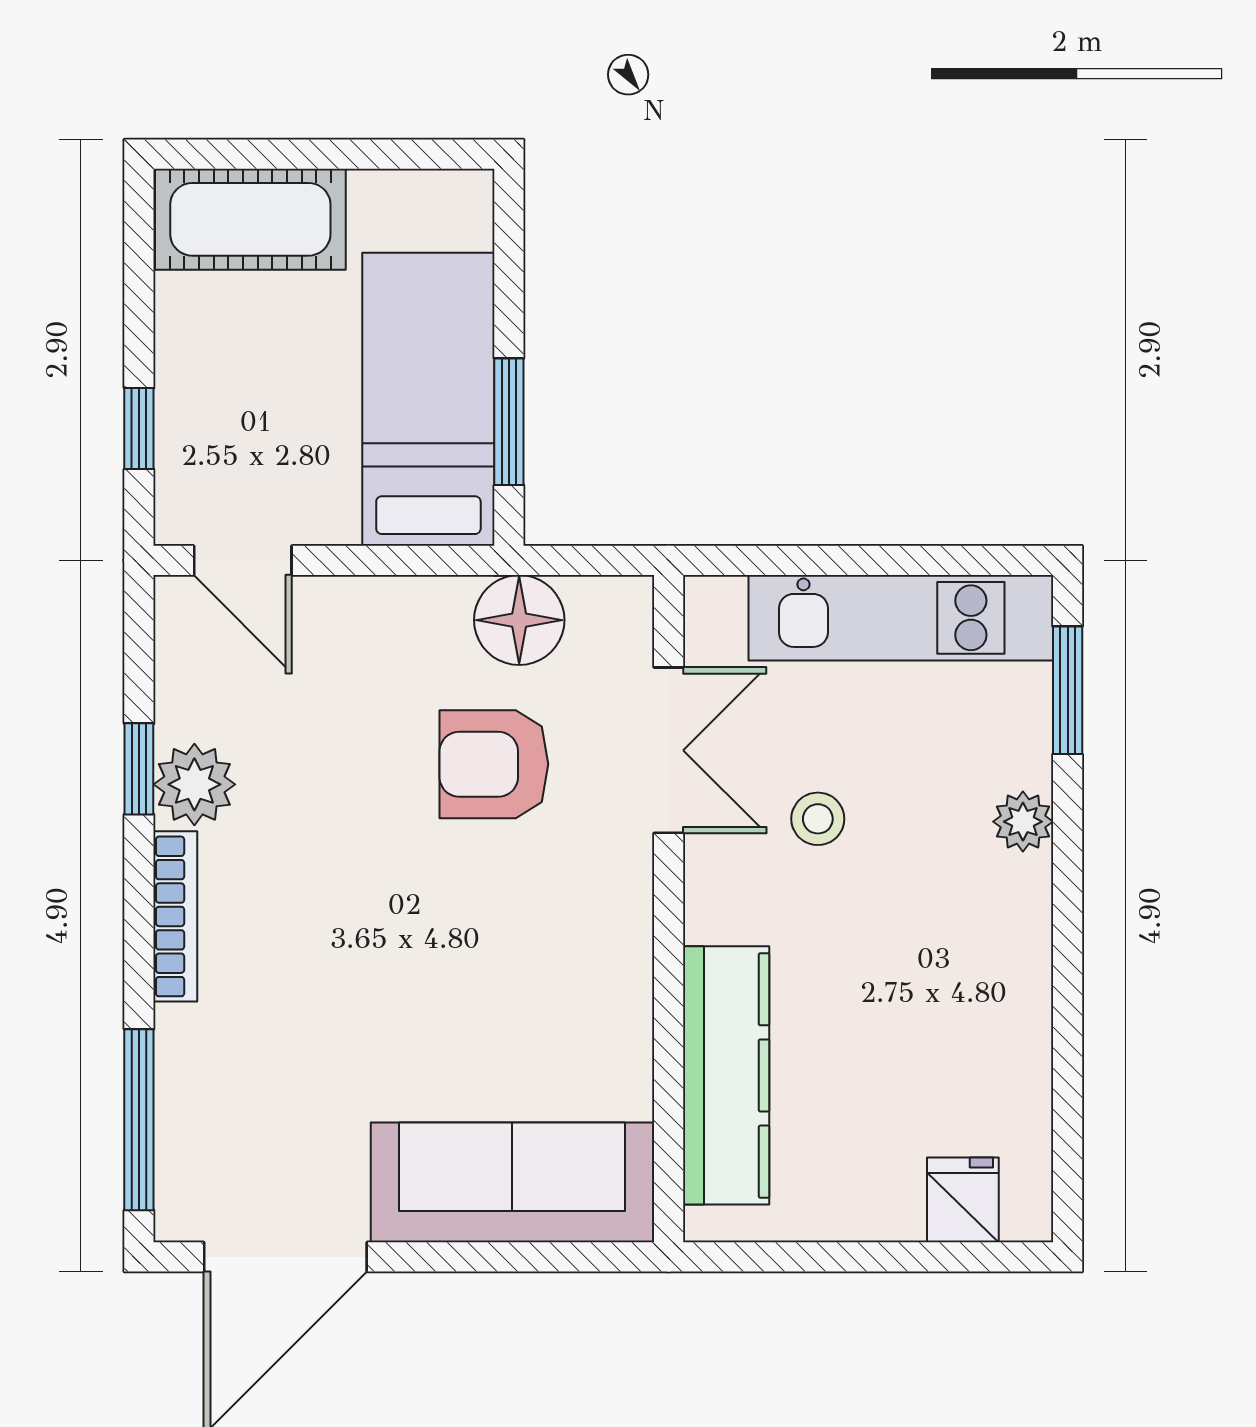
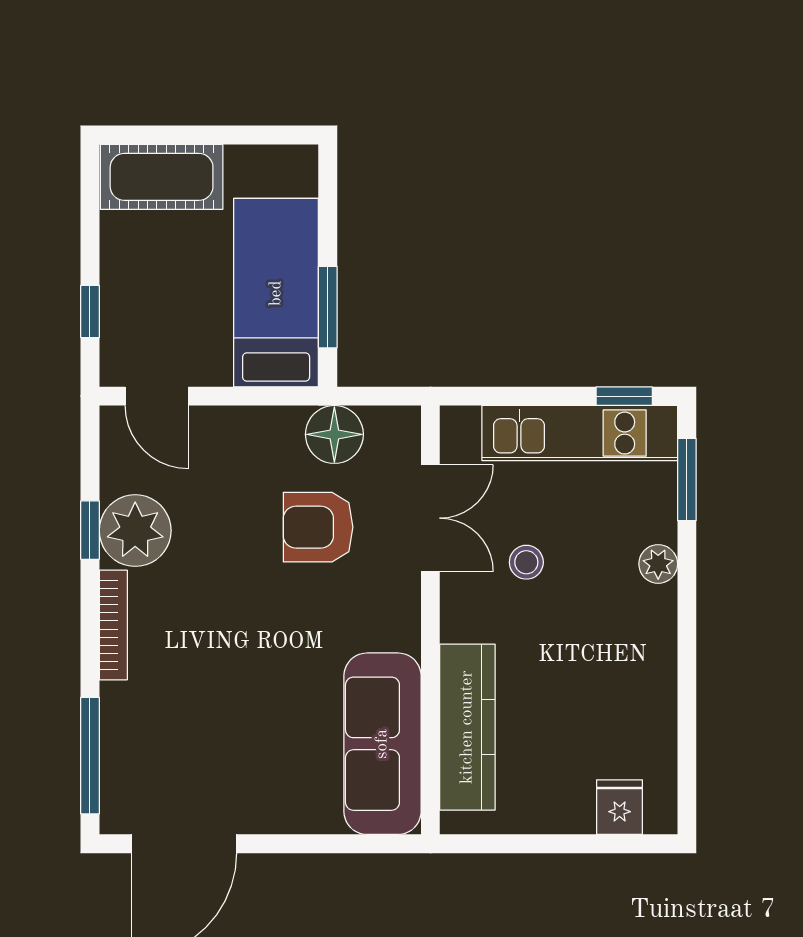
window: (970, 560) -> (624, 396), added
plant: (194, 784) -> (135, 531), width x1.36, depth x1.36
sofa: (512, 1182) -> (382, 744), moved, turned -90

